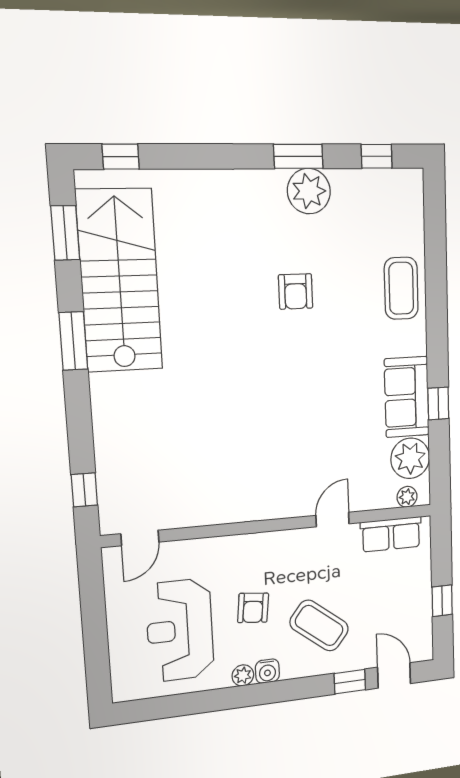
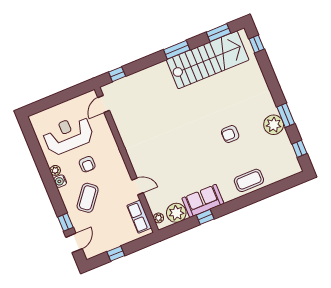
door: (140, 538) -> (104, 104), hinge flipped
armchair: (253, 608) -> (87, 164), turned -96

